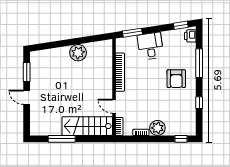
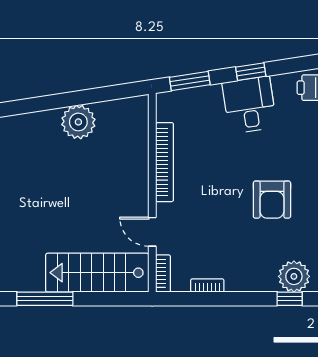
window: (181, 25) -> (251, 72), moved
desk: (150, 46) -> (250, 105), moved
armchair: (176, 79) -> (272, 200), moved
plant: (157, 128) -> (294, 276), moved

